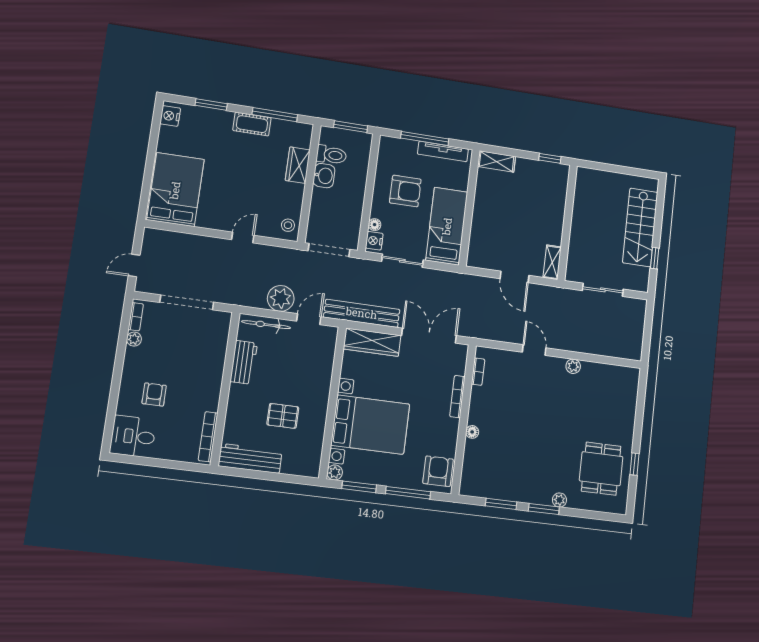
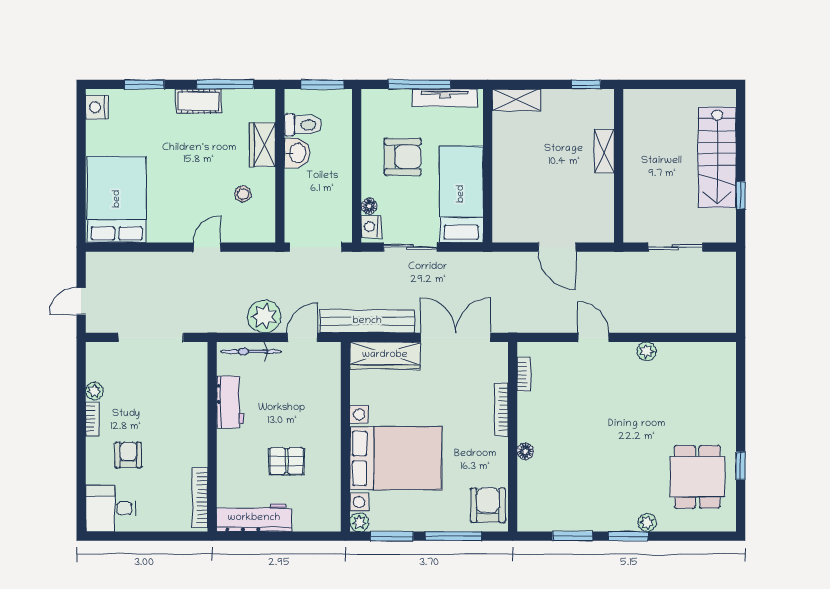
stool: (288, 225) -> (243, 194), moved
shelving: (552, 262) -> (604, 151), moved
bookcase: (136, 317) -> (92, 419), moved

